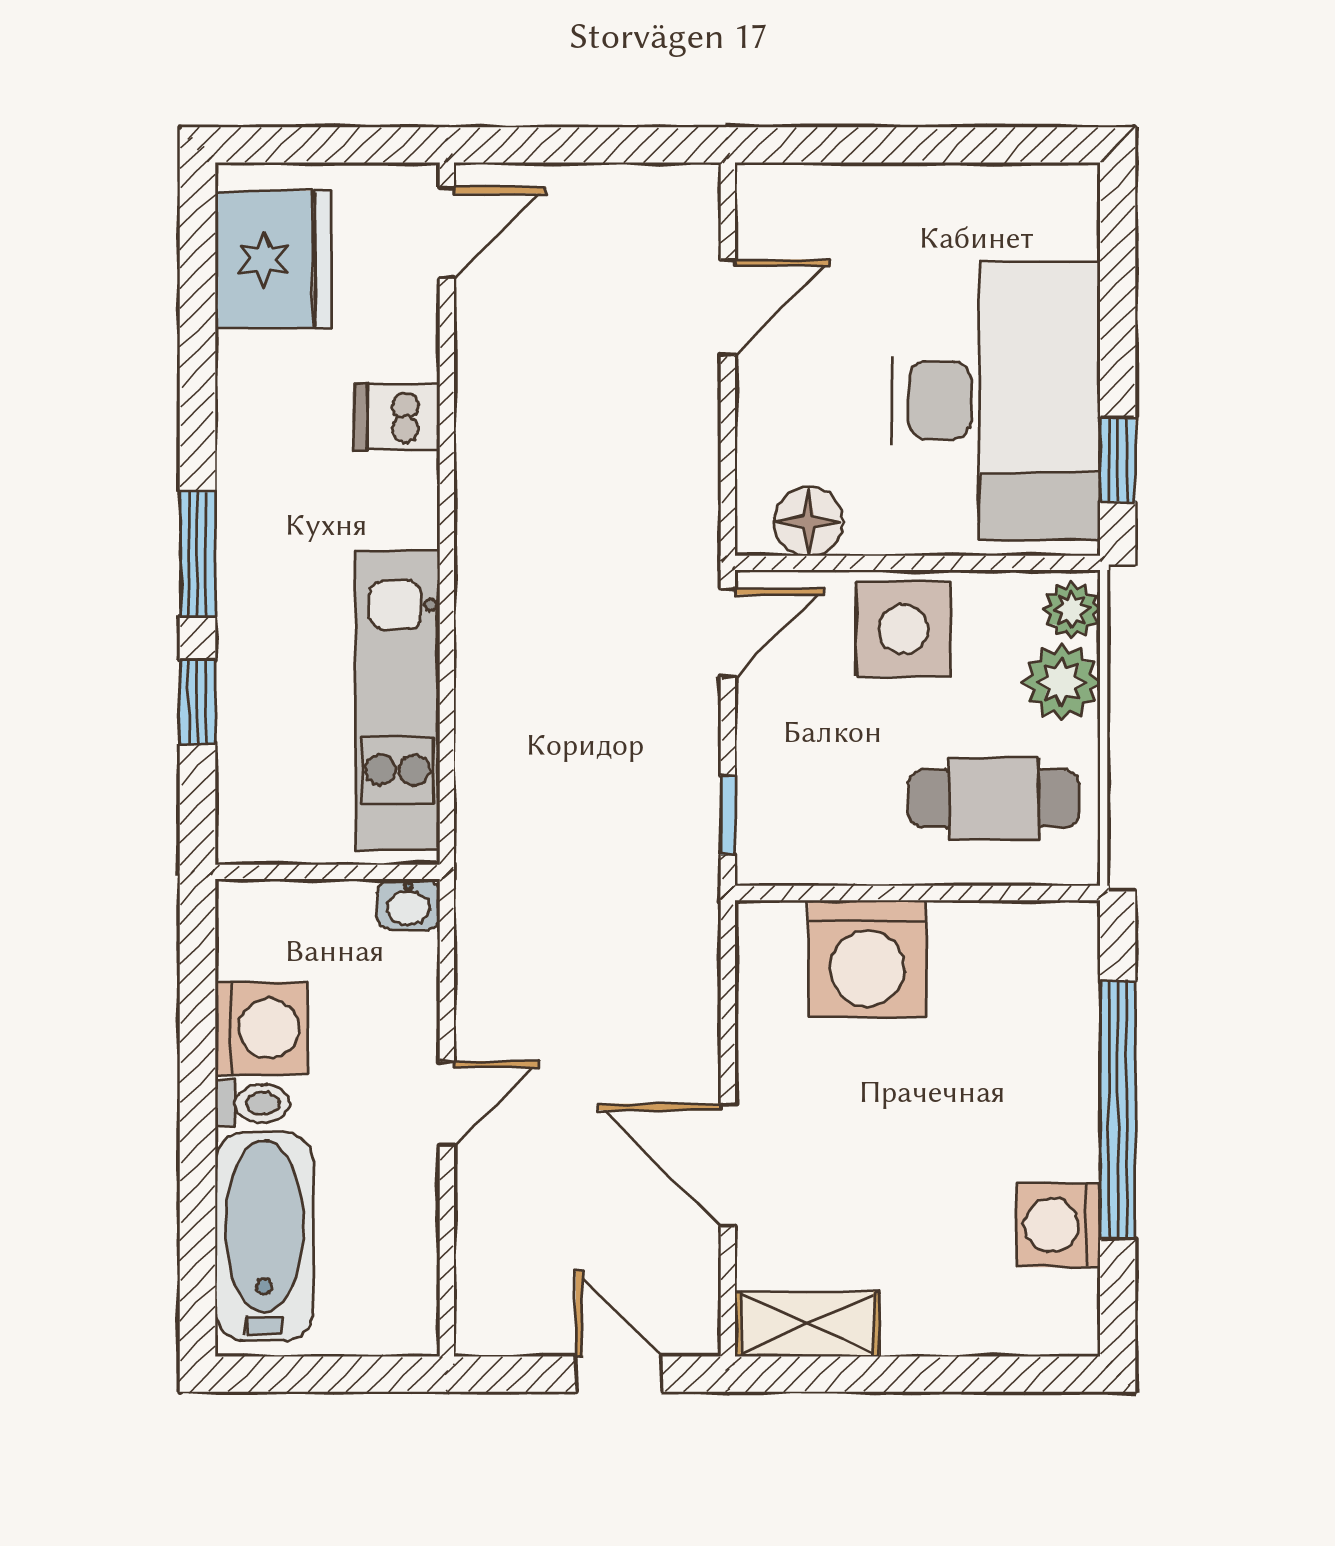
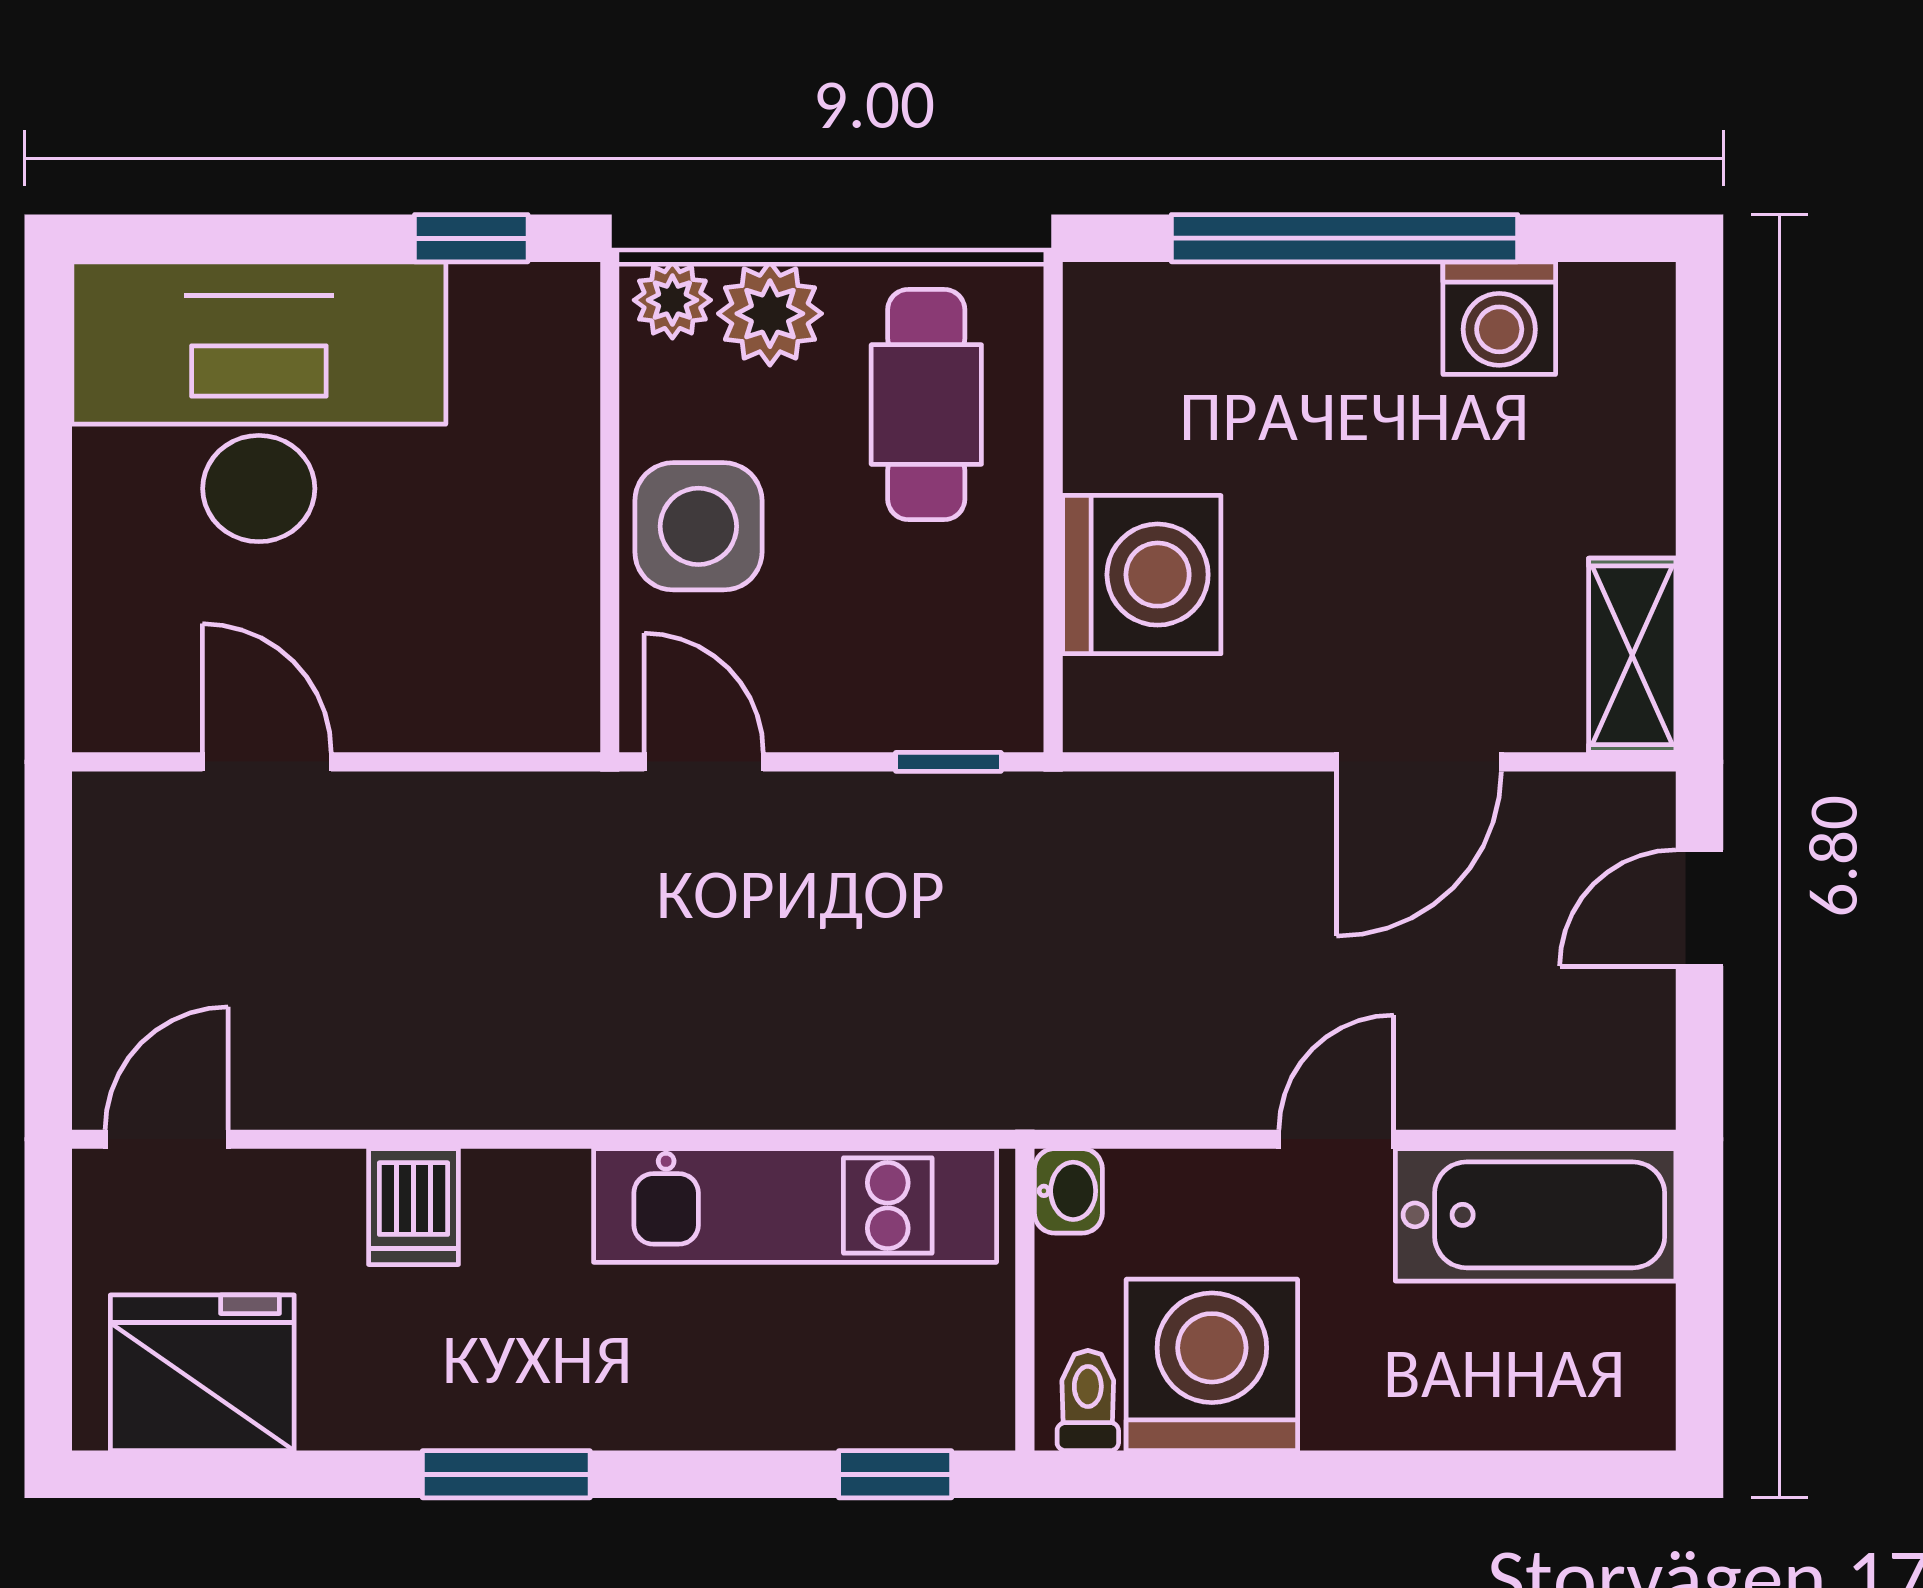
door: (447, 233) -> (167, 1139), hinge flipped
desk: (996, 400) -> (259, 402), moved
floor lamp: (809, 521) -> (554, 653), removed
window: (197, 554) -> (506, 1474), moved
window: (197, 701) -> (895, 1474), moved
washing machine: (262, 1028) -> (1212, 1365), width x1.37, depth x1.37
toilet: (252, 1104) -> (1088, 1401), moved
door: (447, 1104) -> (1336, 1139), hinge flipped
bathtub: (264, 1237) -> (1536, 1215), moved, turned 180

